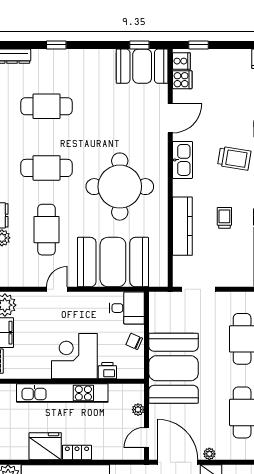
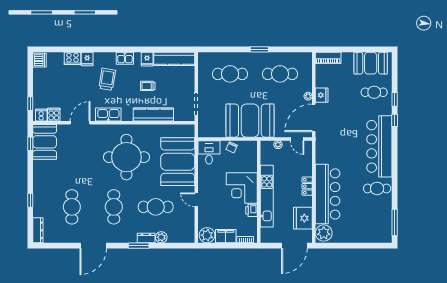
door: (170, 118) -> (80, 123), hinge flipped
printer: (107, 371) -> (252, 210), moved
fridge: (45, 446) -> (303, 218), moved

